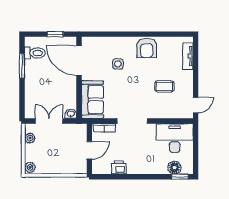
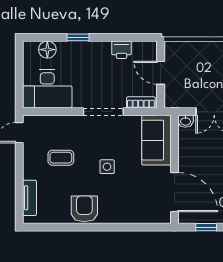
side table: (118, 64) -> (107, 167), moved
door: (89, 150) -> (161, 73), hinge flipped
window: (180, 177) -> (78, 37), moved

